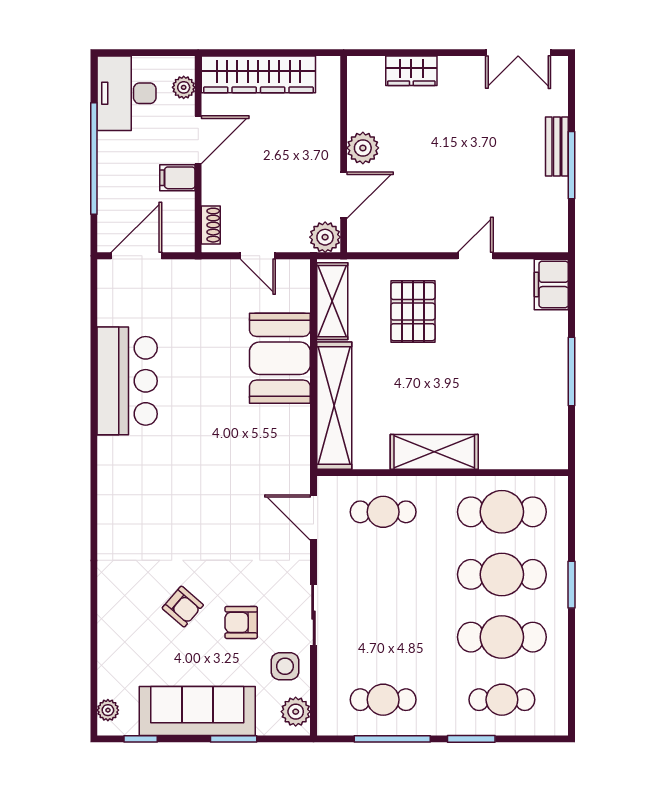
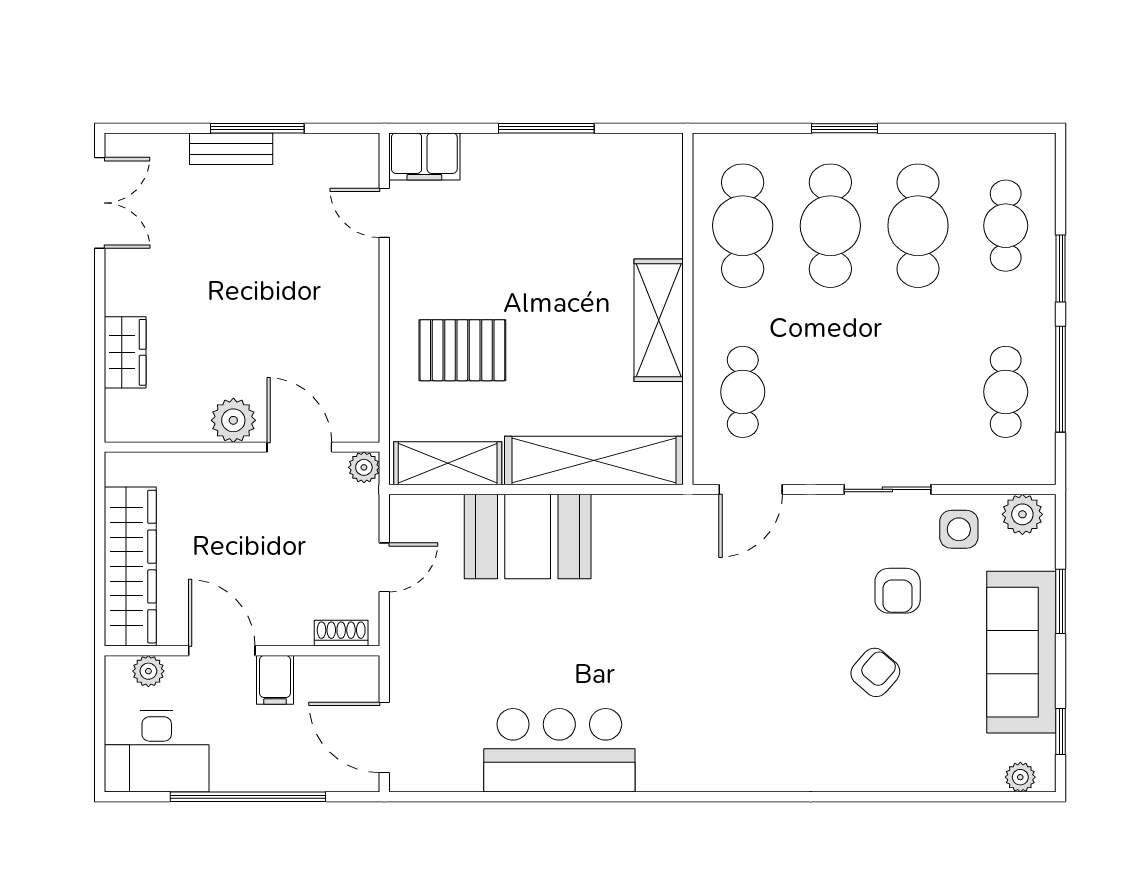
plant: (325, 237) -> (364, 467), width x0.73, depth x0.73
door: (475, 256) -> (384, 213), moved

